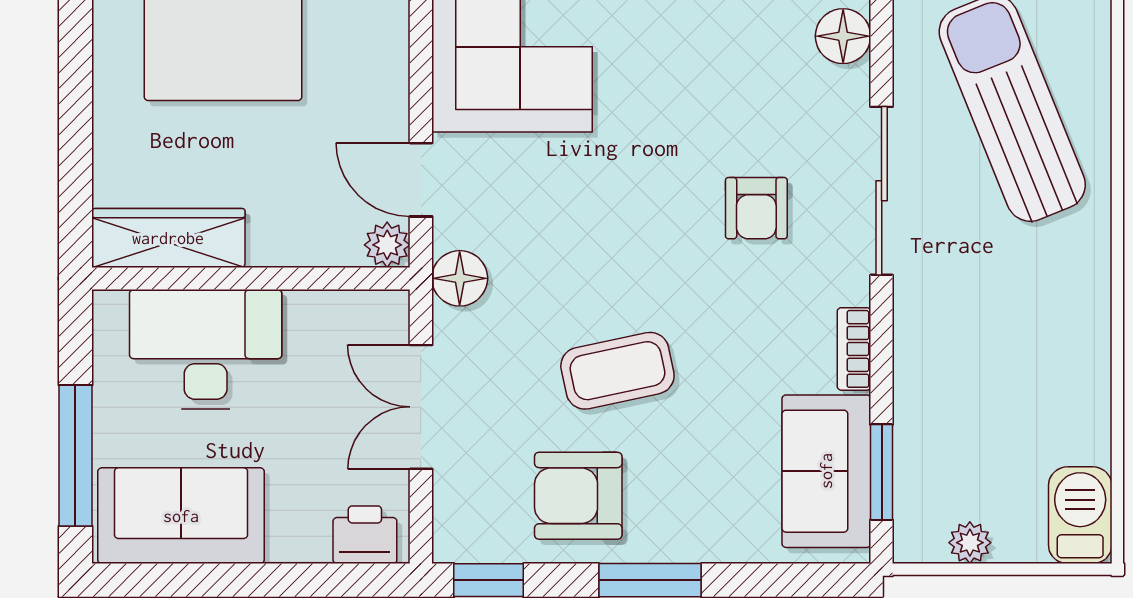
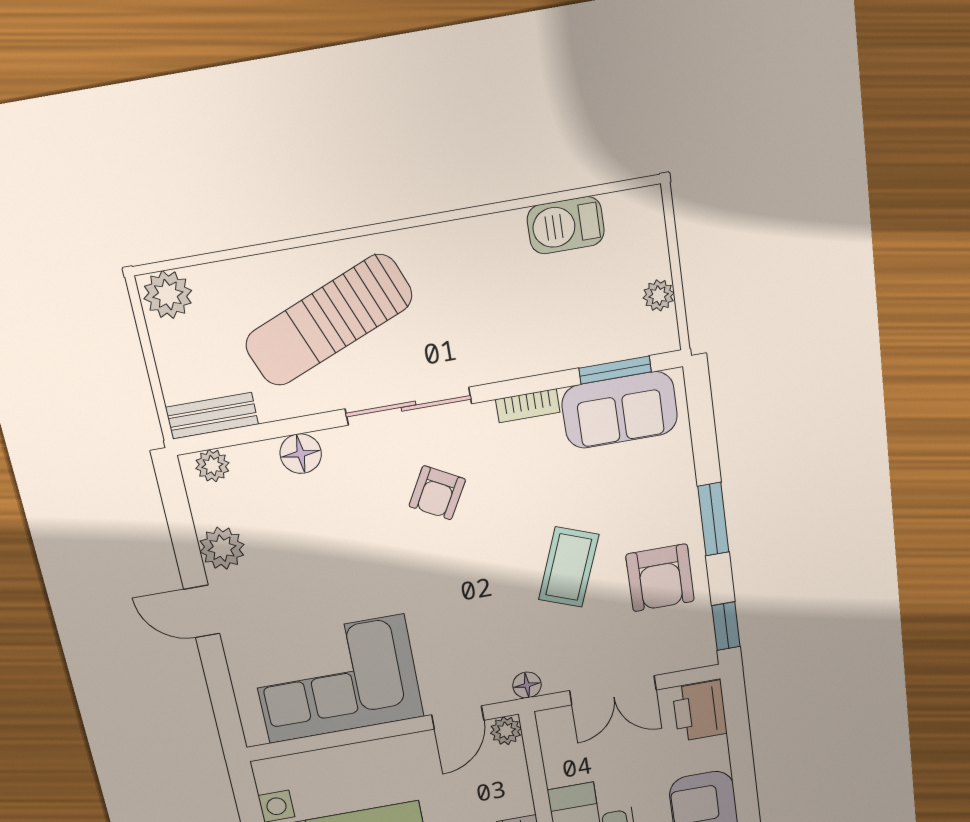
armchair: (756, 208) -> (437, 493), turned 119
floor lamp: (460, 278) -> (527, 685), width x0.73, depth x0.73
coffee table: (617, 371) -> (569, 567), turned 33
barbecue: (1080, 515) -> (566, 225), moved
printer: (365, 535) -> (700, 711), width x1.36, depth x1.24

